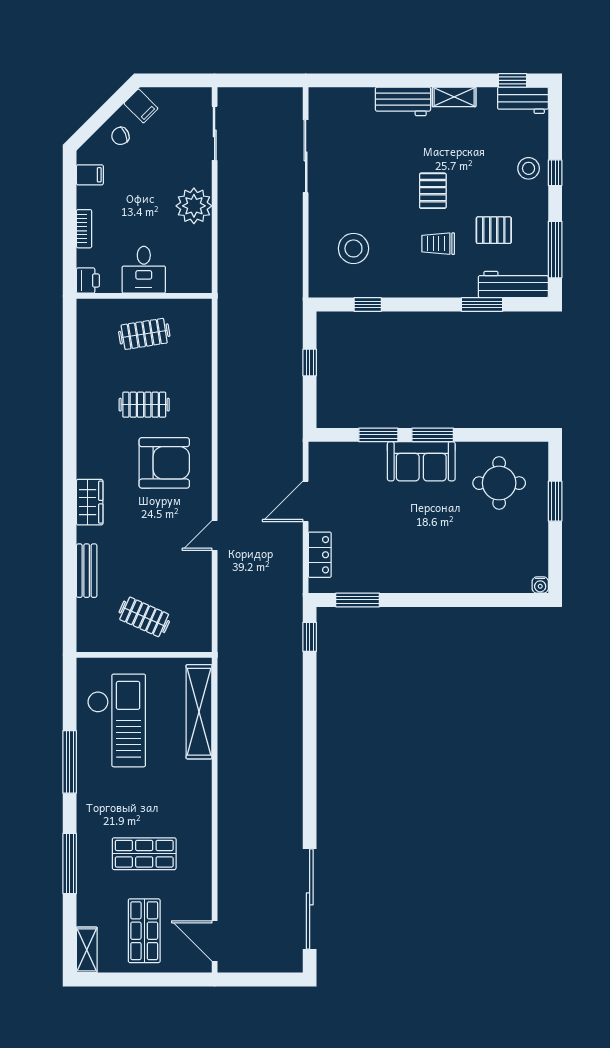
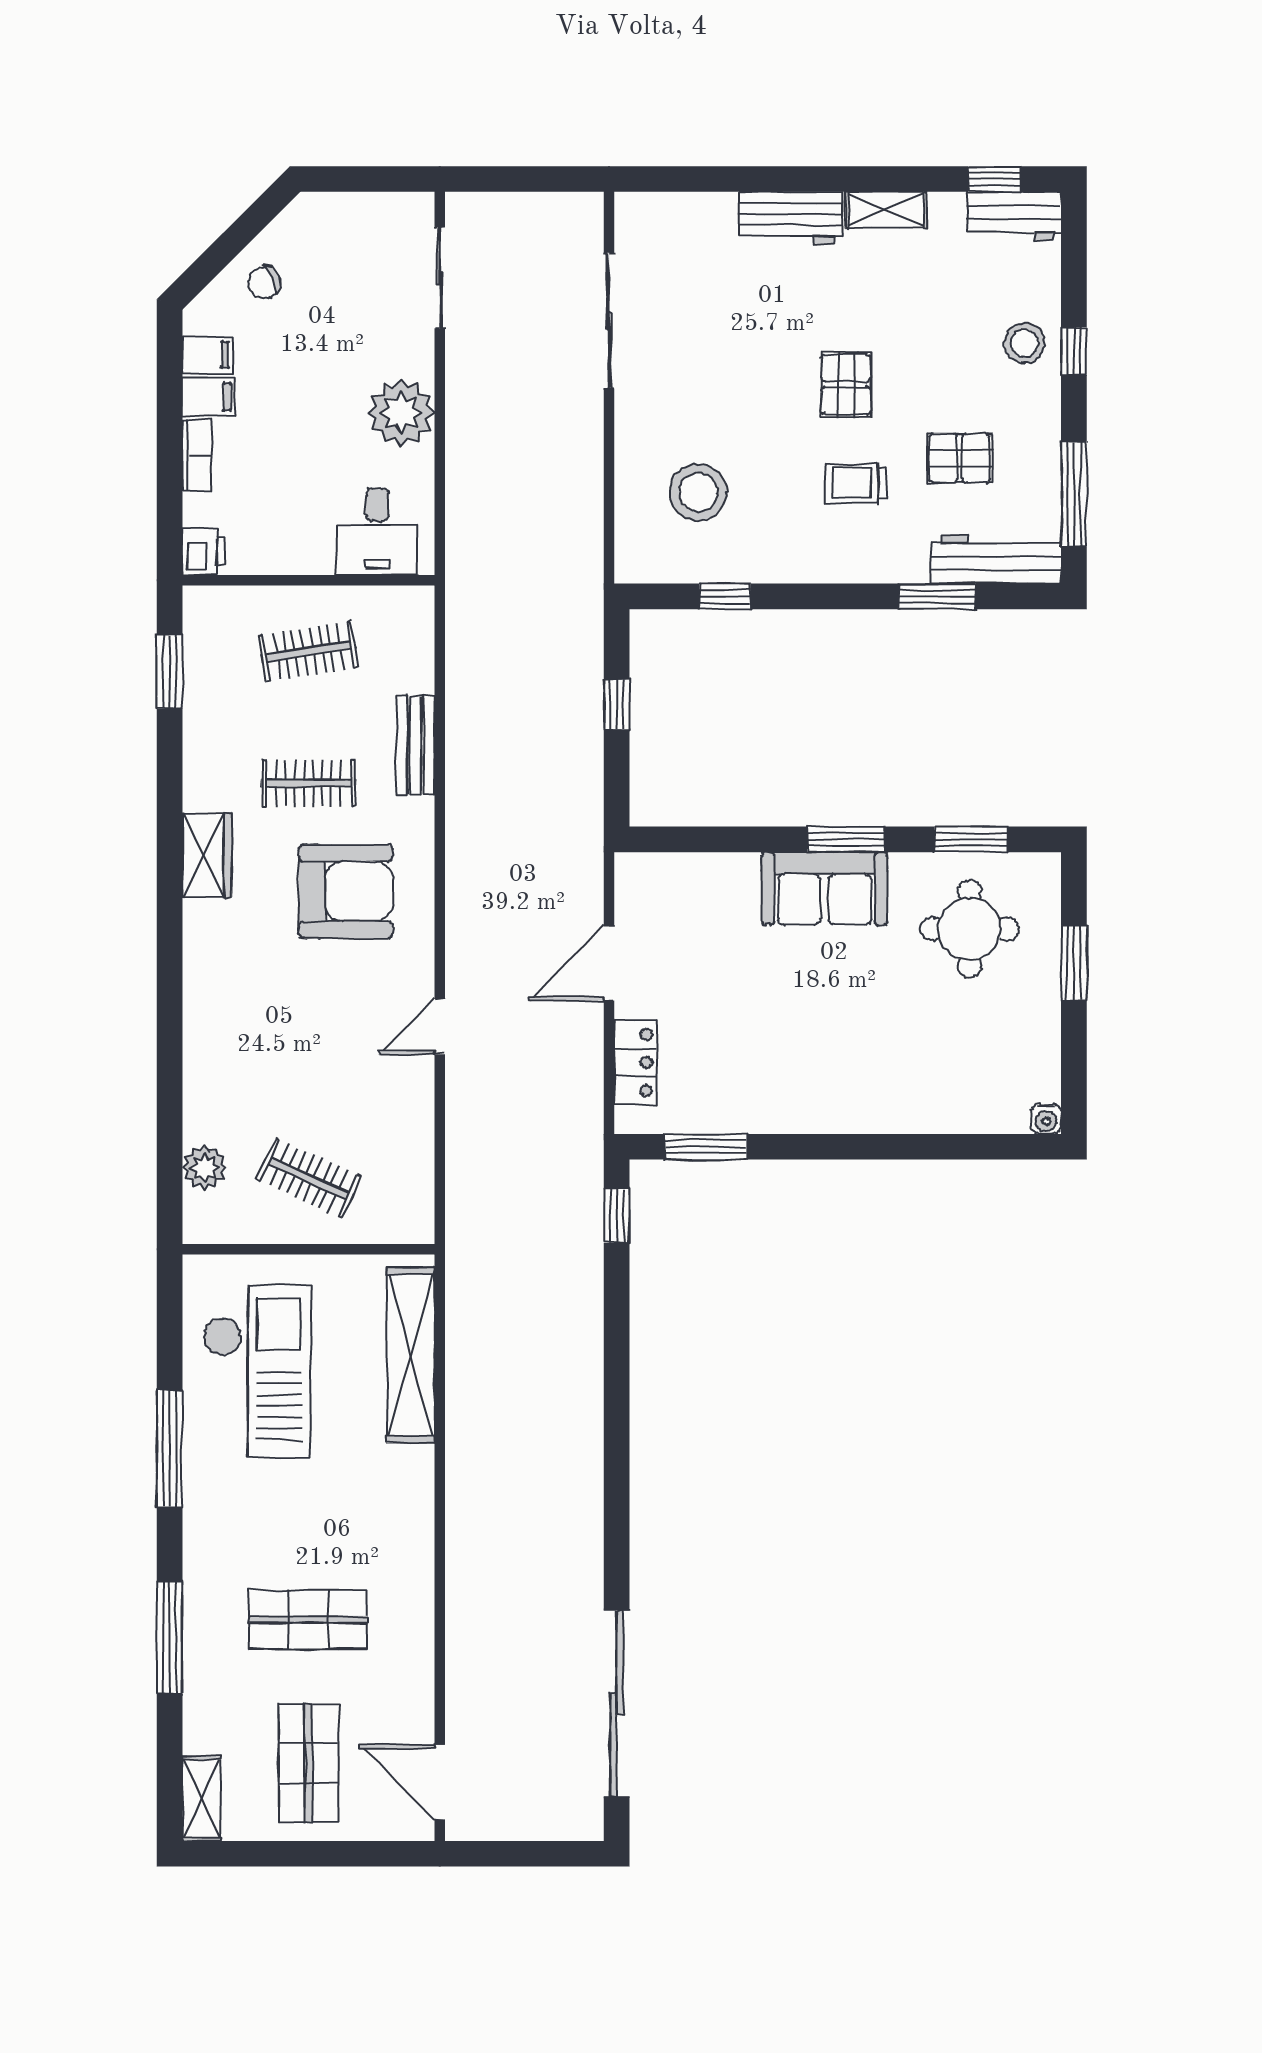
filing cabinet: (141, 106) -> (209, 397), moved, turned -45
desk: (144, 270) -> (377, 532), moved
window: (70, 345) -> (170, 671), added
window: (378, 435) -> (971, 839), moved
wardrobe: (90, 502) -> (207, 855), moved
bench: (87, 571) -> (416, 745), moved
plant: (88, 611) -> (205, 1168), added

